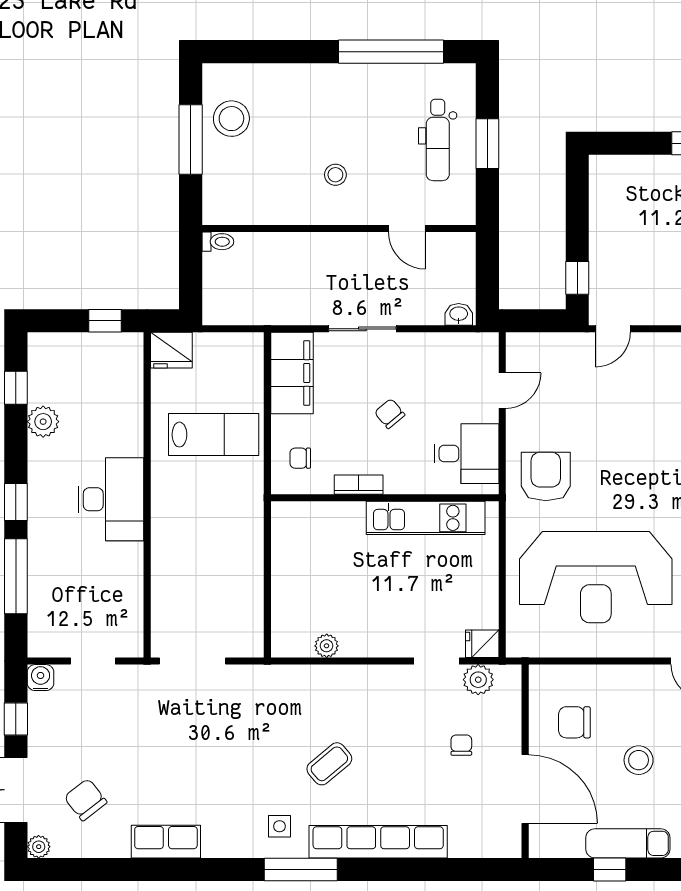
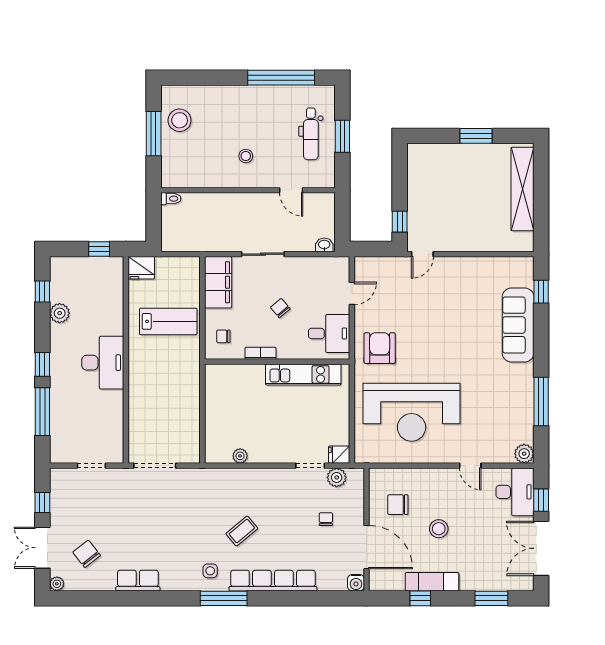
water cooler: (41, 678) -> (356, 583), moved, turned 180

